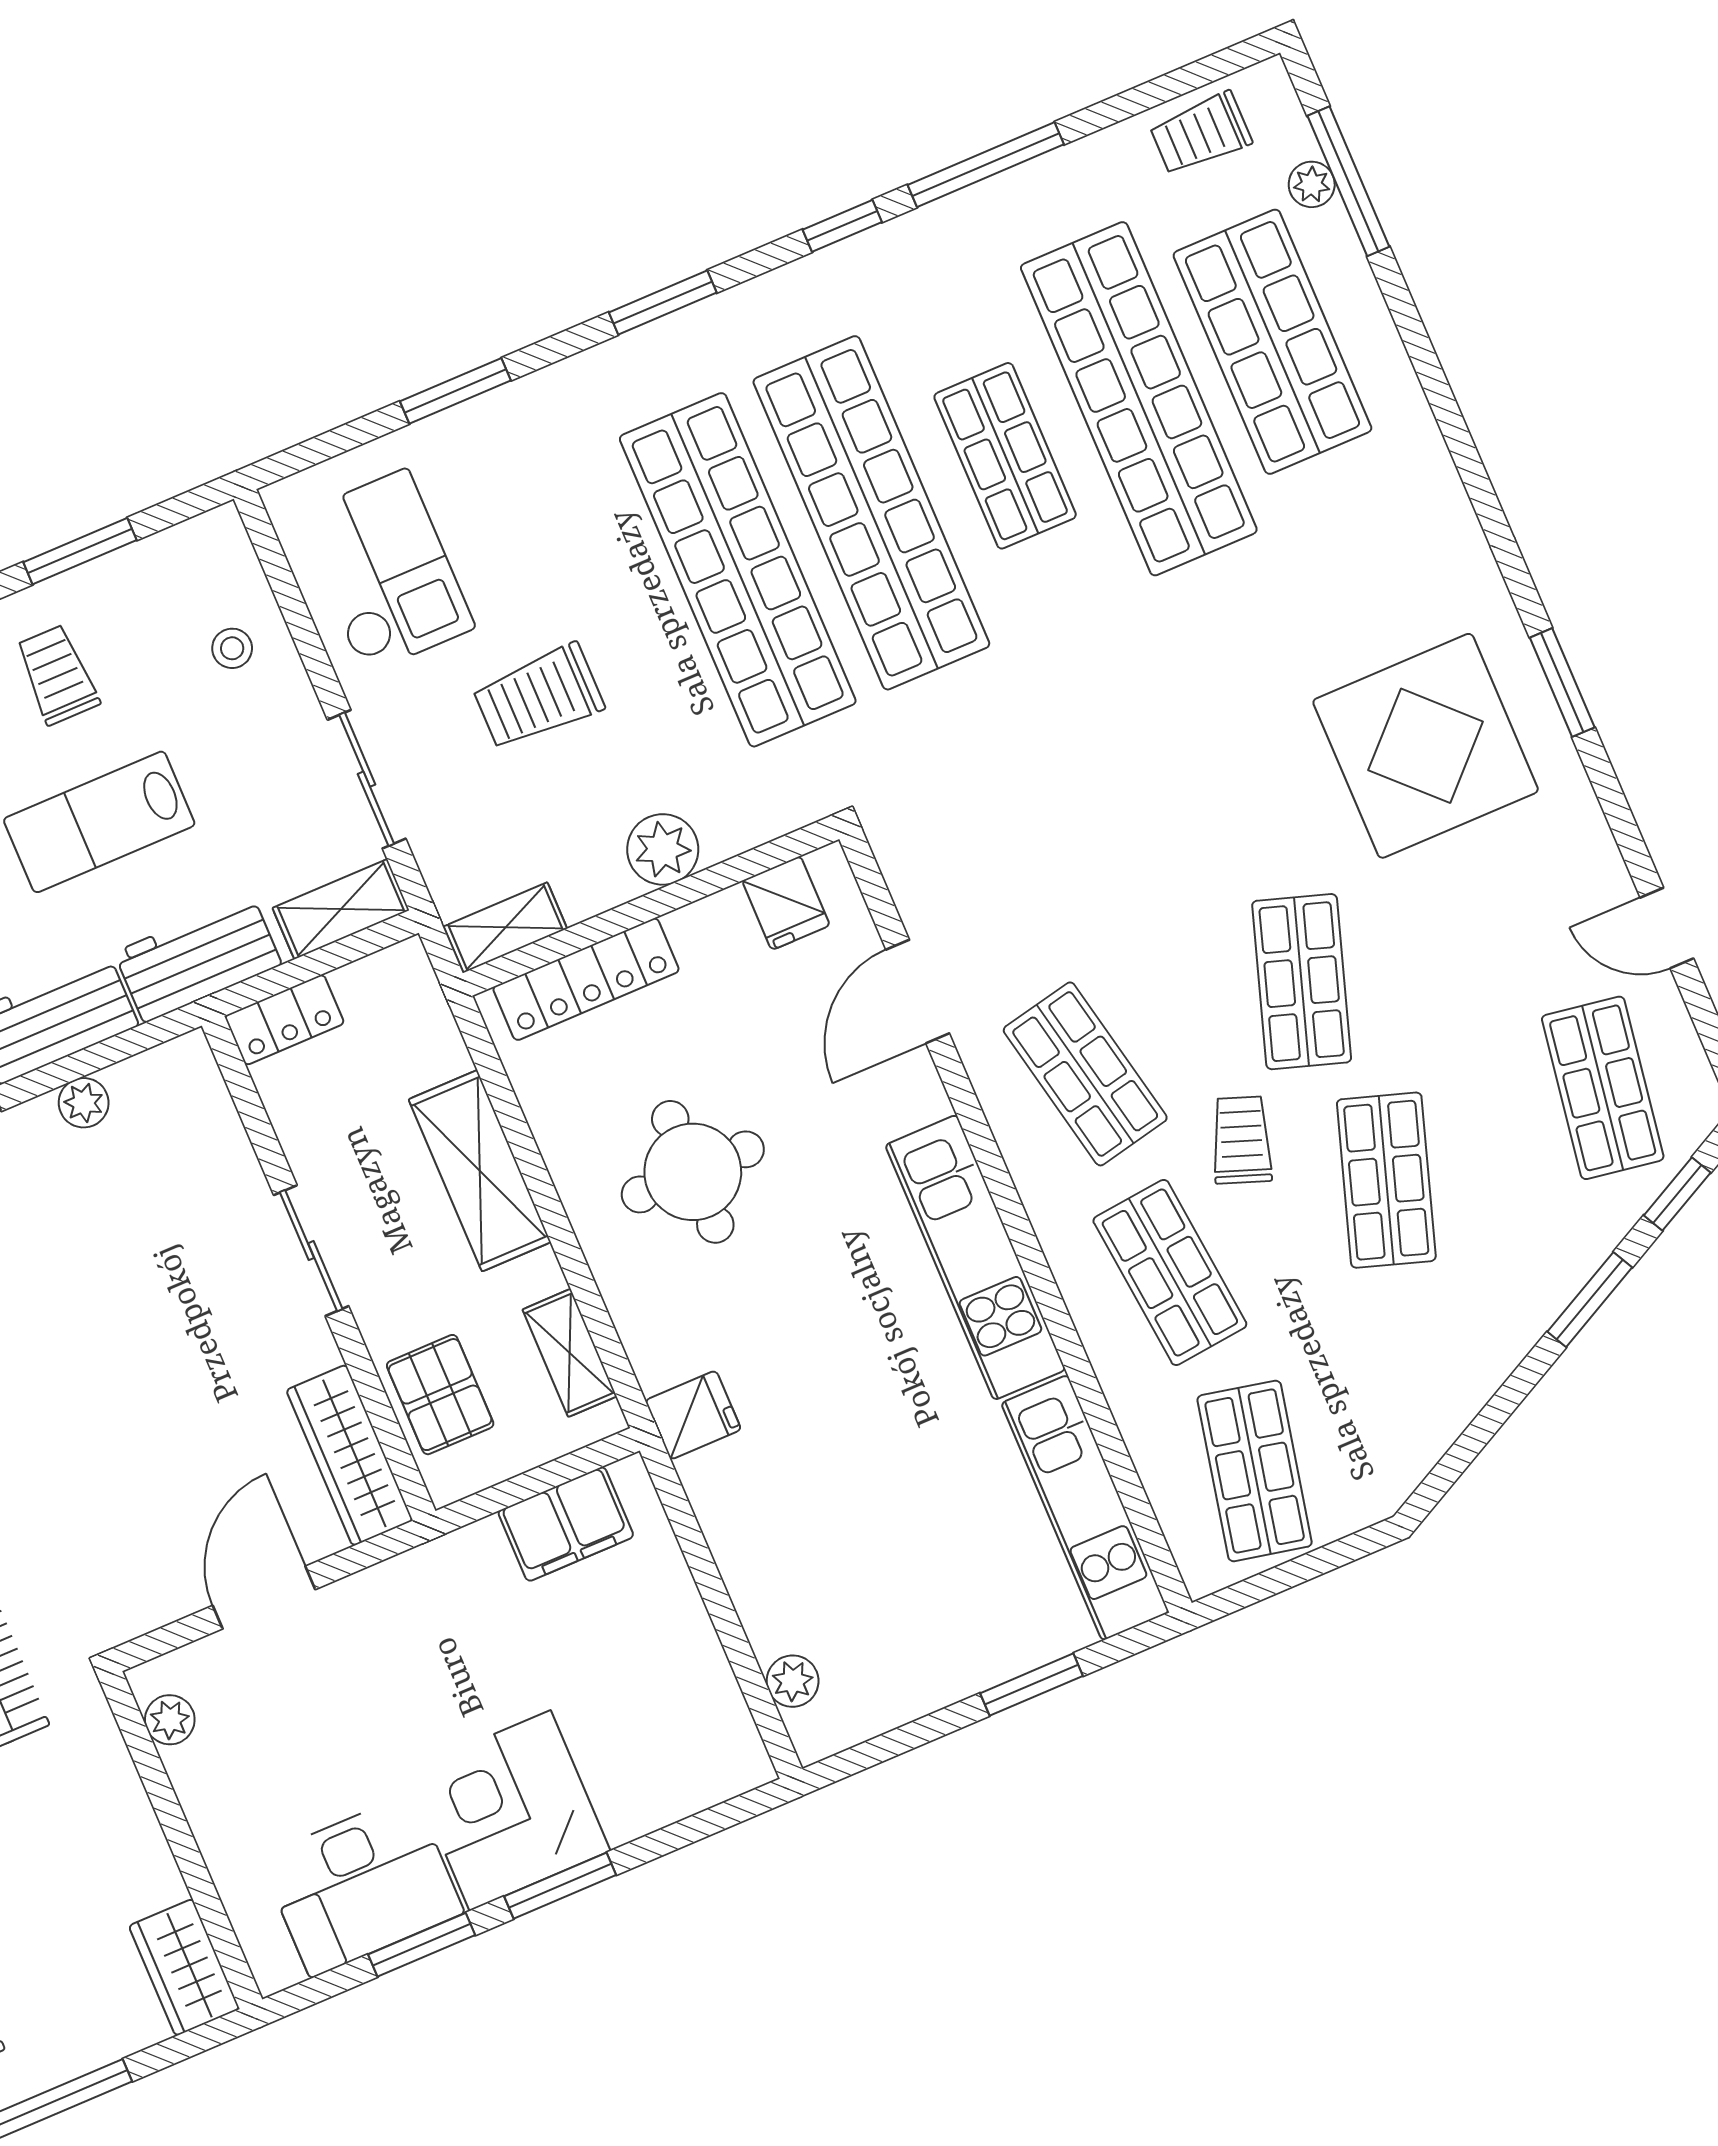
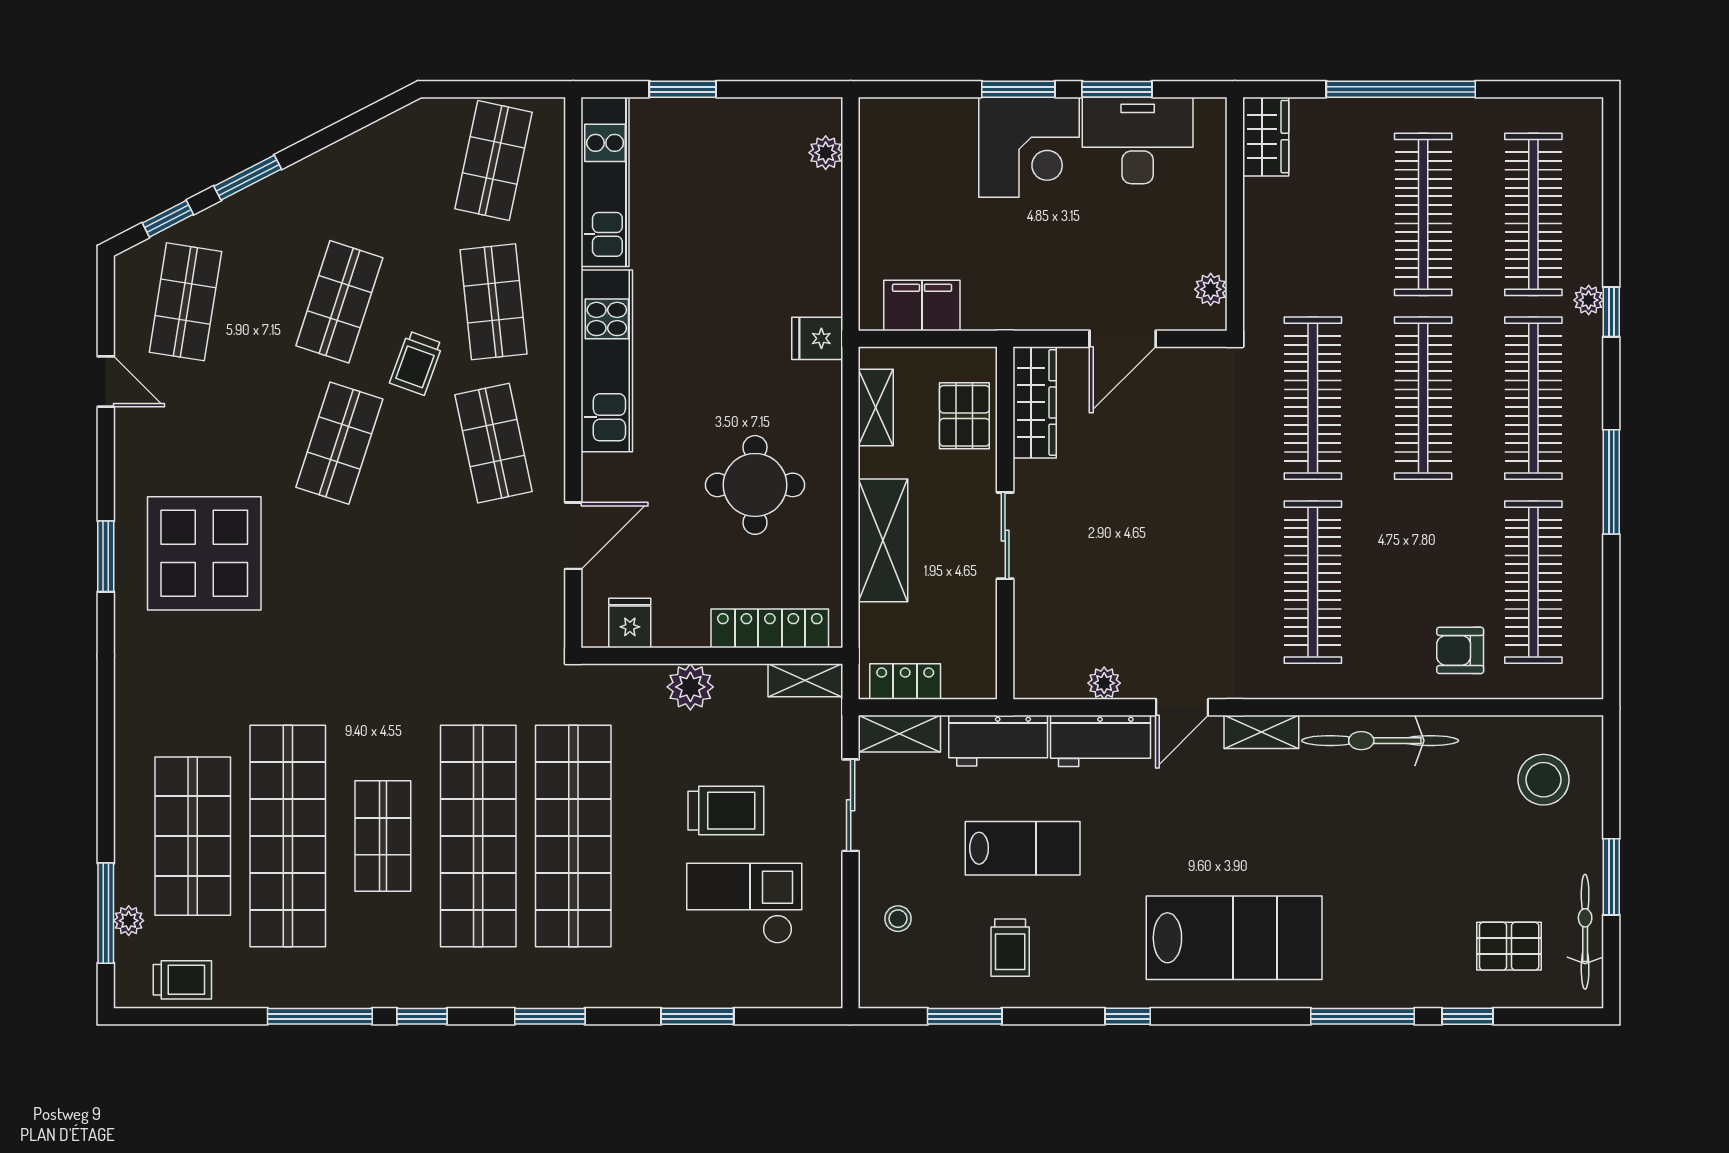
checkout: (385, 572) -> (744, 903), moved, turned 90
locker: (284, 1020) -> (905, 681), moved

